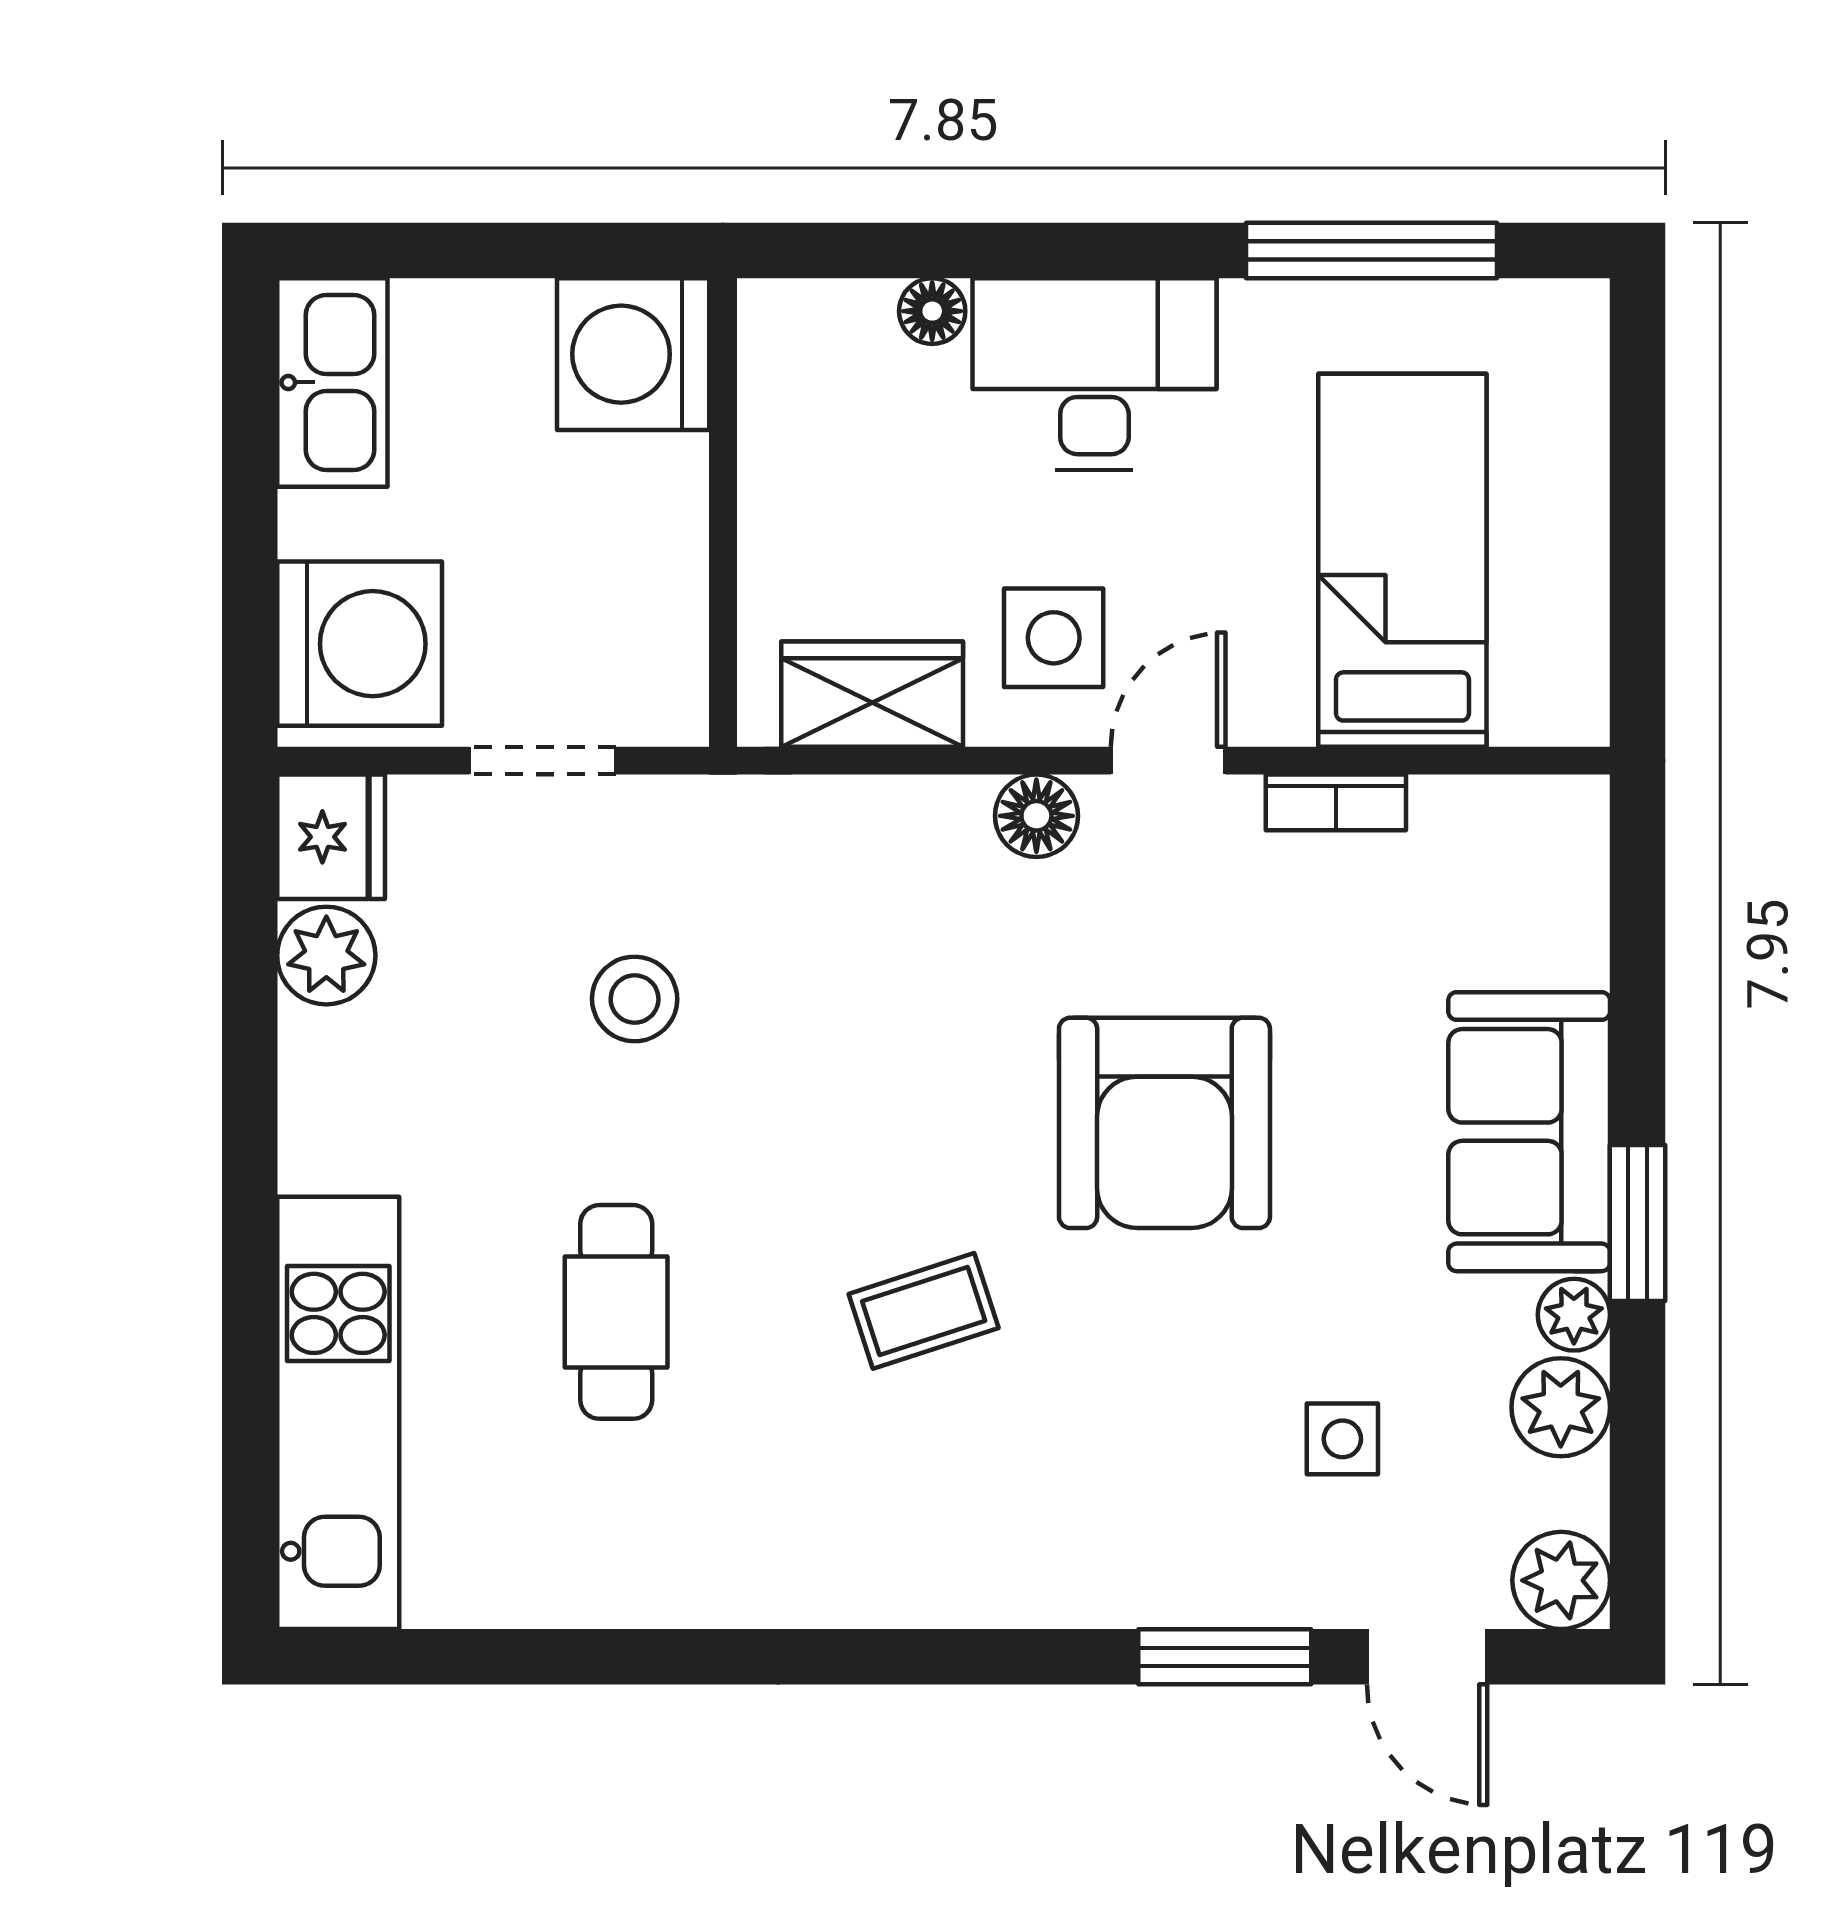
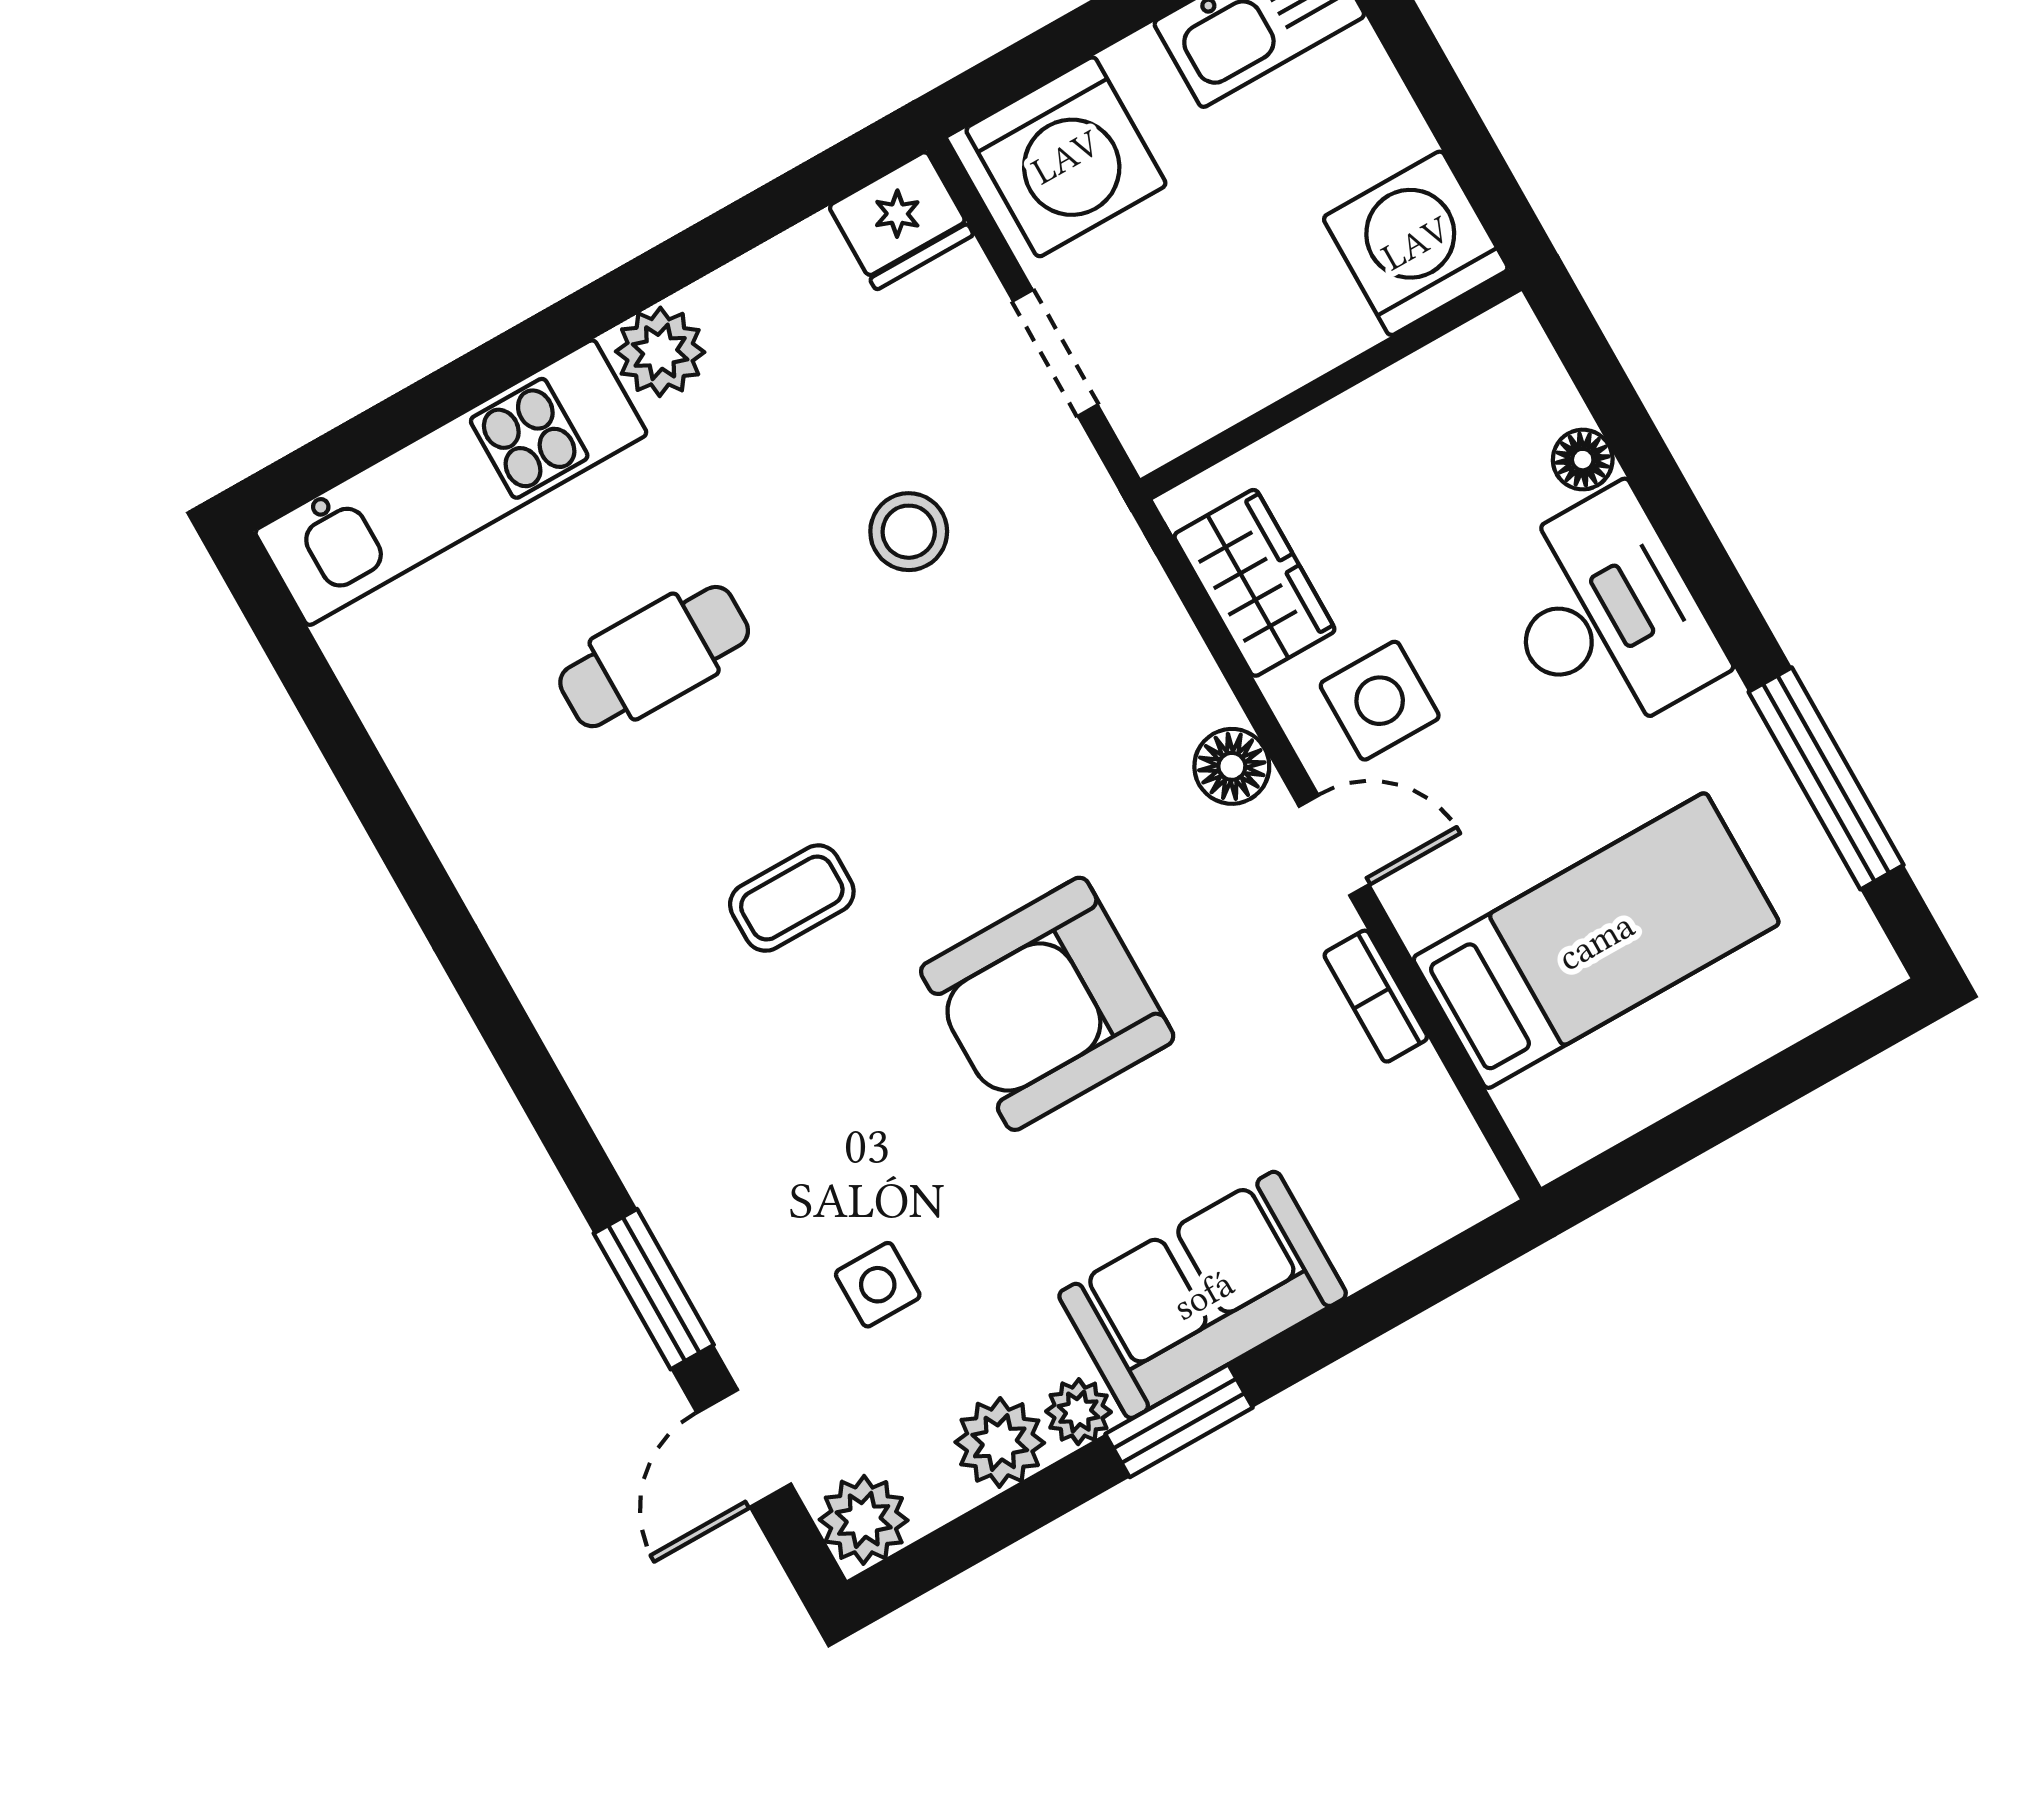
plant: (326, 956) -> (660, 352), moved
coffee table: (924, 1311) -> (792, 898), turned -72

